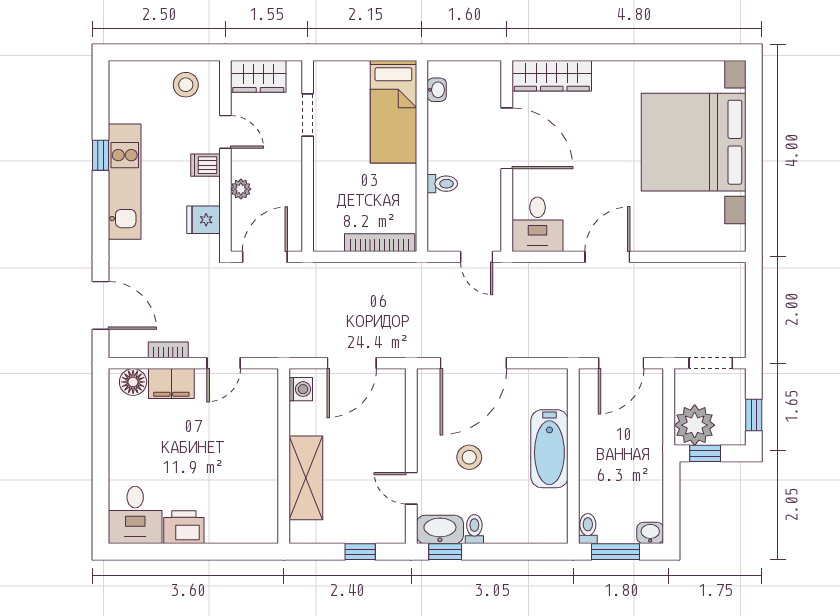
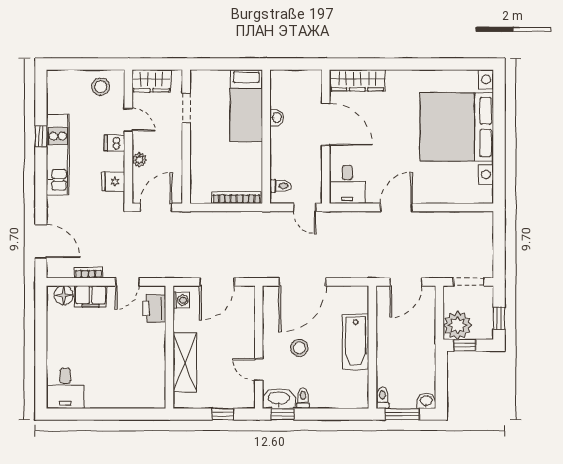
washbasin: (437, 90) -> (277, 118), moved
toilet: (442, 184) -> (280, 186), moved
printer: (184, 527) -> (154, 309), moved, turned -90

